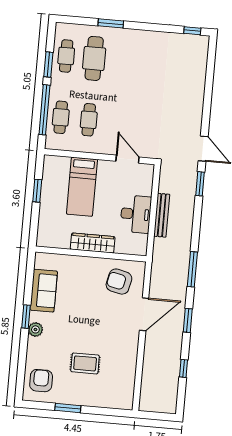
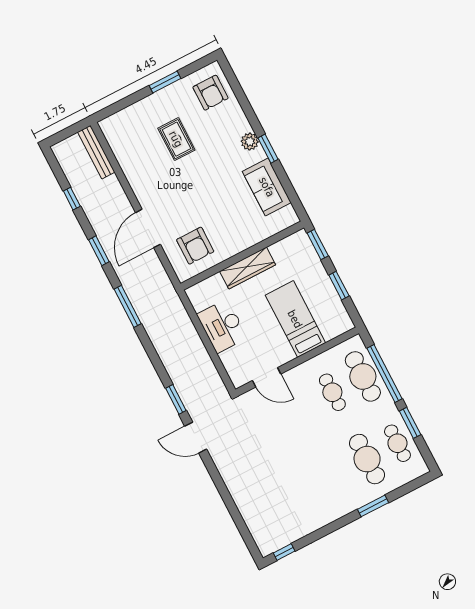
cafe table: (61, 117) -> (363, 376), width x1.37, depth x1.35
bench: (162, 215) -> (96, 152), moved
window: (34, 228) -> (318, 245), added
armchair: (119, 282) -> (195, 246), turned 77
rug: (85, 363) -> (176, 139), turned 90

